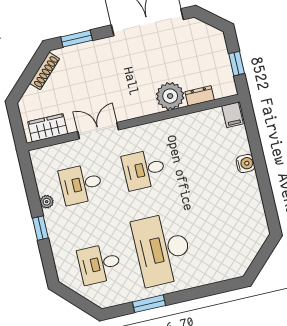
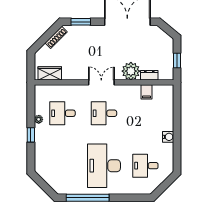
filing cabinet: (233, 115) -> (146, 92), moved
double door: (98, 131) -> (101, 82), moved
water cooler: (245, 164) -> (168, 137), moved
desk: (99, 264) -> (145, 166), moved
window: (149, 304) -> (88, 198), width x2.11

